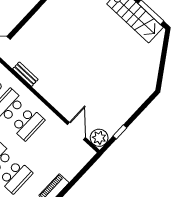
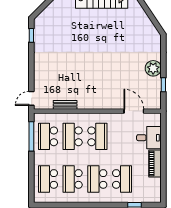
plant: (99, 138) -> (153, 68), moved
desk: (68, 164) -> (149, 138), added

